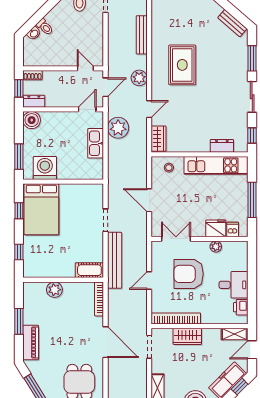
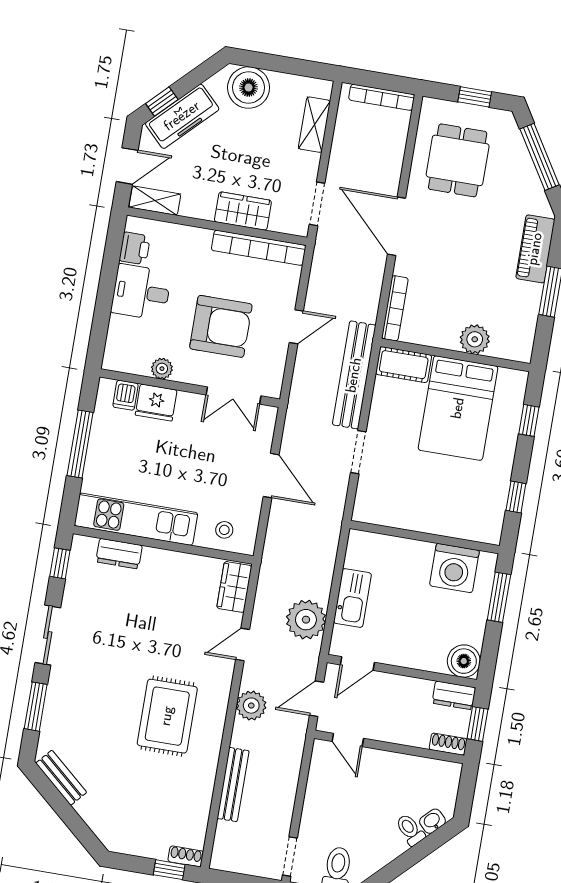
bed: (41, 209) -> (458, 408), moved, turned 180

